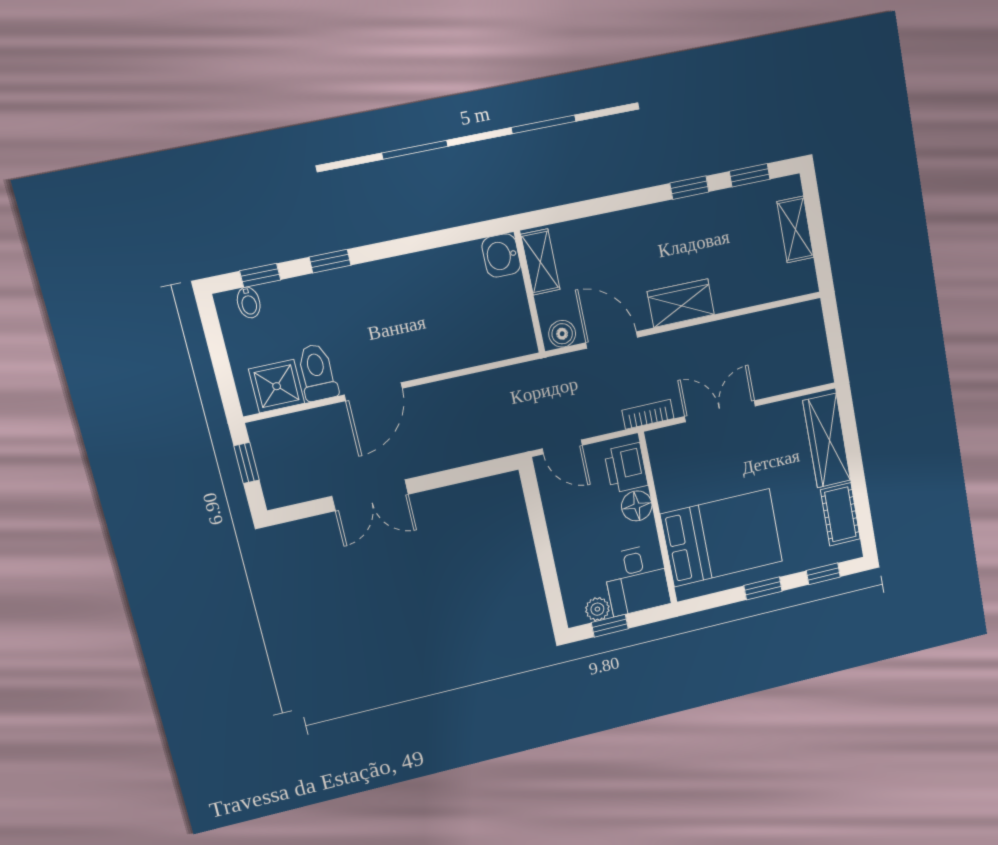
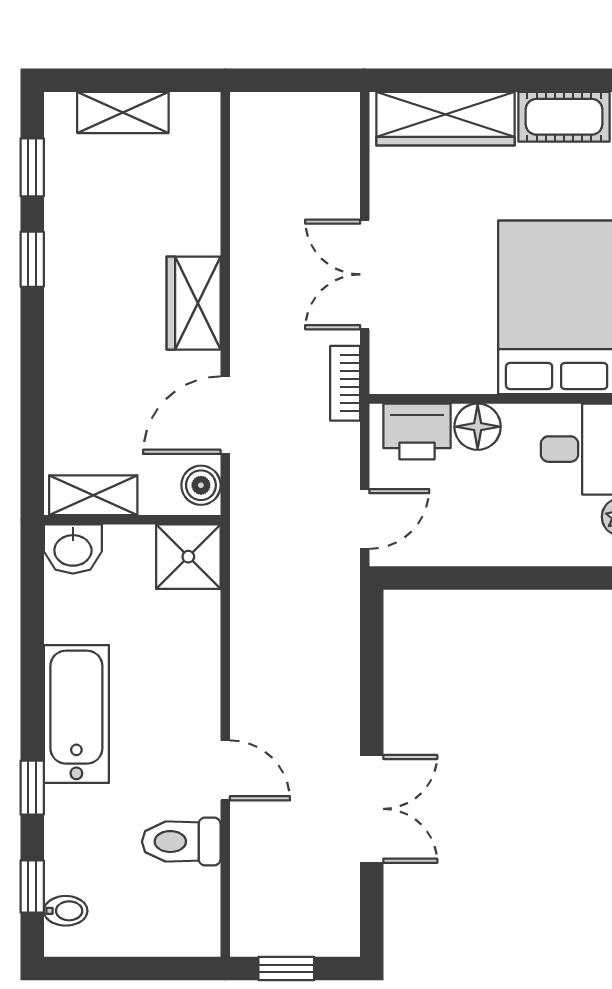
bathtub: (389, 281) -> (76, 714), added
shower: (277, 386) -> (188, 557), moved
door: (373, 392) -> (225, 770), width x0.73

